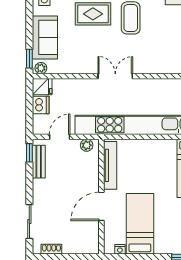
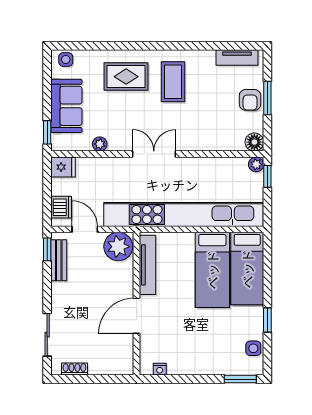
plant: (41, 68) -> (100, 144), moved
dishwasher: (41, 105) -> (61, 207), moved
door: (60, 137) -> (85, 229), hinge flipped
plant: (87, 145) -> (118, 247), width x1.88, depth x1.88
bed: (140, 224) -> (212, 270), moved, turned 180

